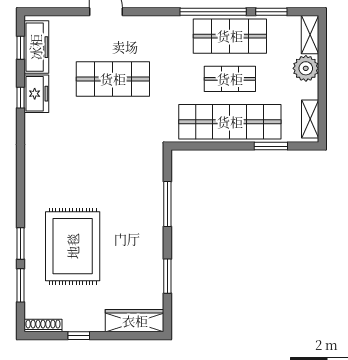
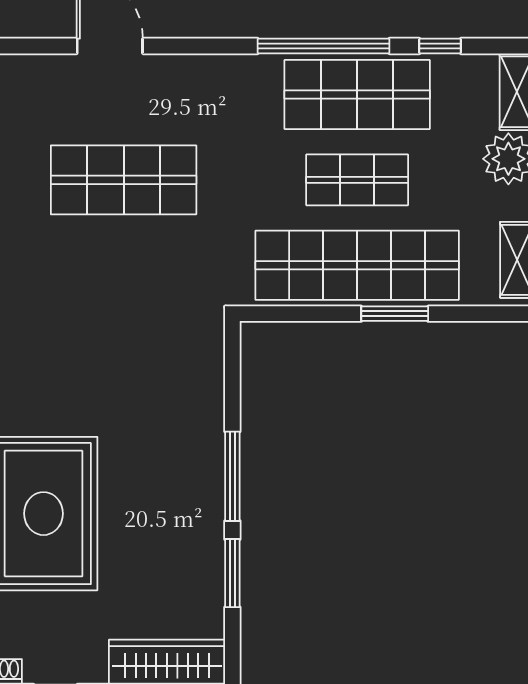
window: (271, 12) -> (440, 46), width x0.67
window: (271, 146) -> (395, 314), moved
window: (167, 204) -> (232, 476), moved

